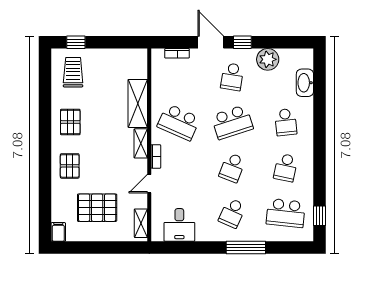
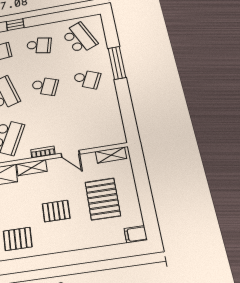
pallet: (70, 166) -> (56, 211), moved
school desk: (286, 213) -> (79, 38), turned -30
window: (319, 216) -> (15, 25), moved
desk: (179, 225) -> (106, 121), removed

